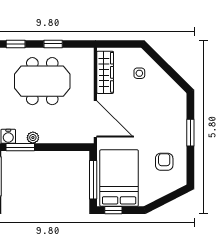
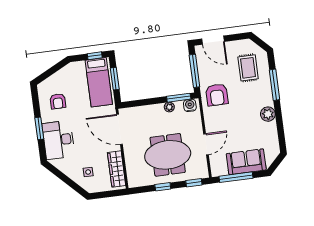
desk: (169, 116) -> (58, 140), added
bed: (119, 178) -> (99, 82), width x0.67
window: (93, 180) -> (115, 79), width x0.69

